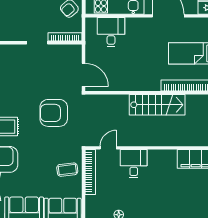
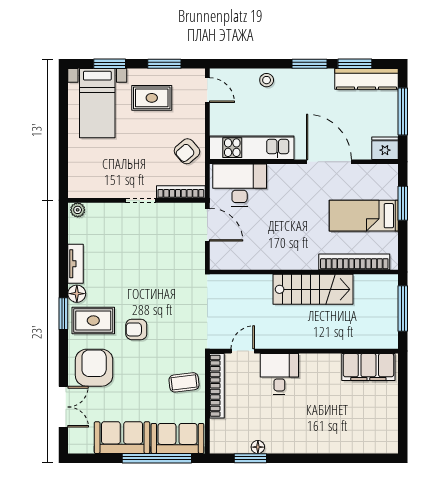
desk: (111, 32) -> (240, 185), width x1.37
door: (84, 75) -> (207, 225), moved
armchair: (54, 113) -> (136, 329), moved, width x0.53, depth x0.53

